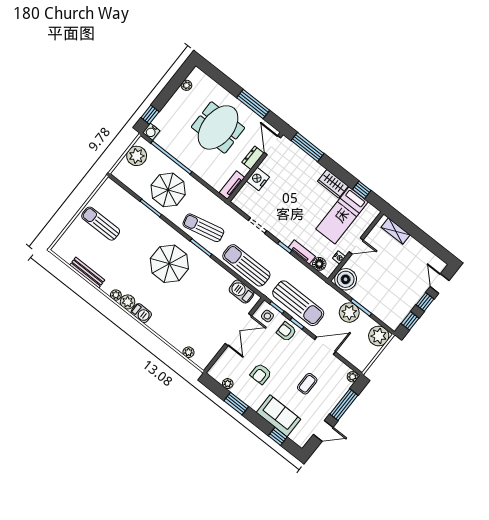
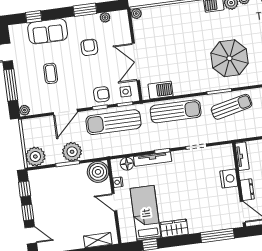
door: (356, 246) -> (114, 202), hinge flipped
tv unit: (302, 252) -> (153, 159), width x1.41
plant: (188, 352) -> (136, 14), moved

